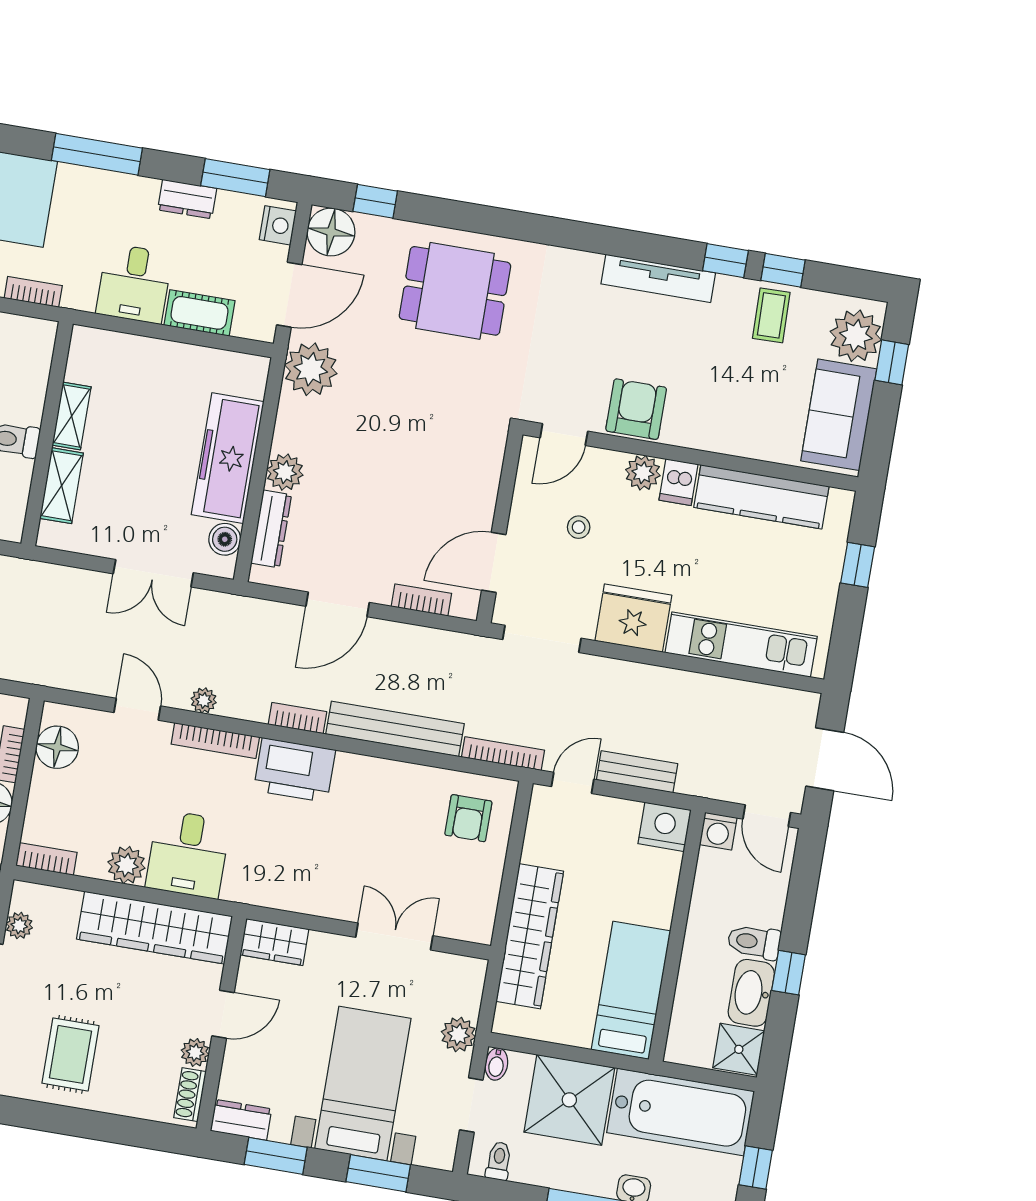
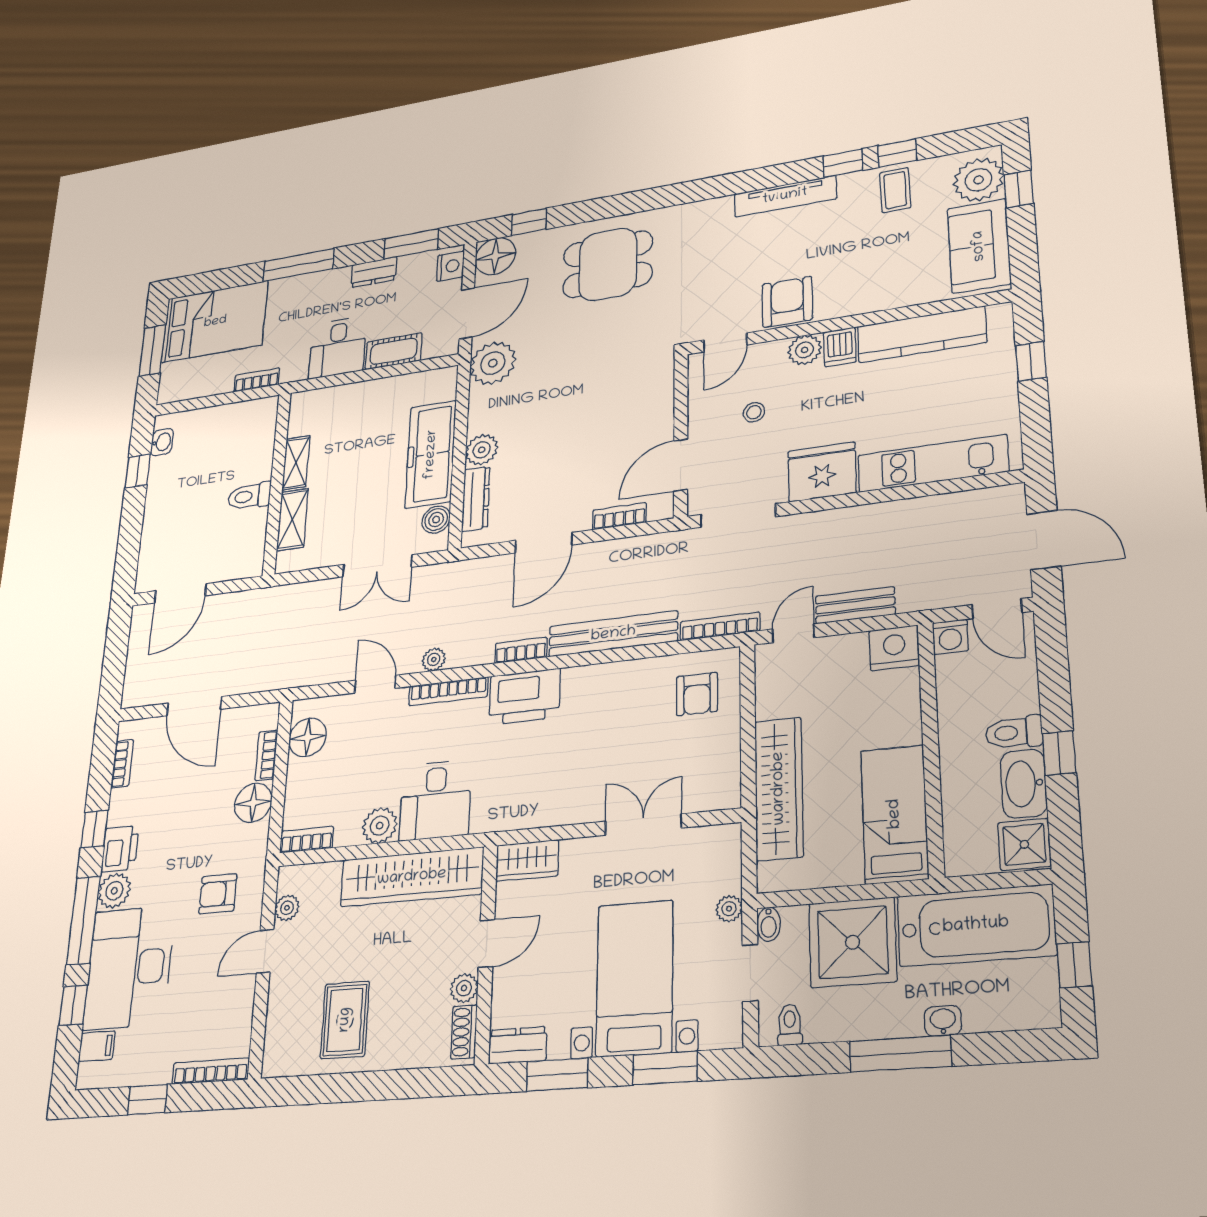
plant: (458, 1035) -> (729, 909), width x0.73, depth x0.73

